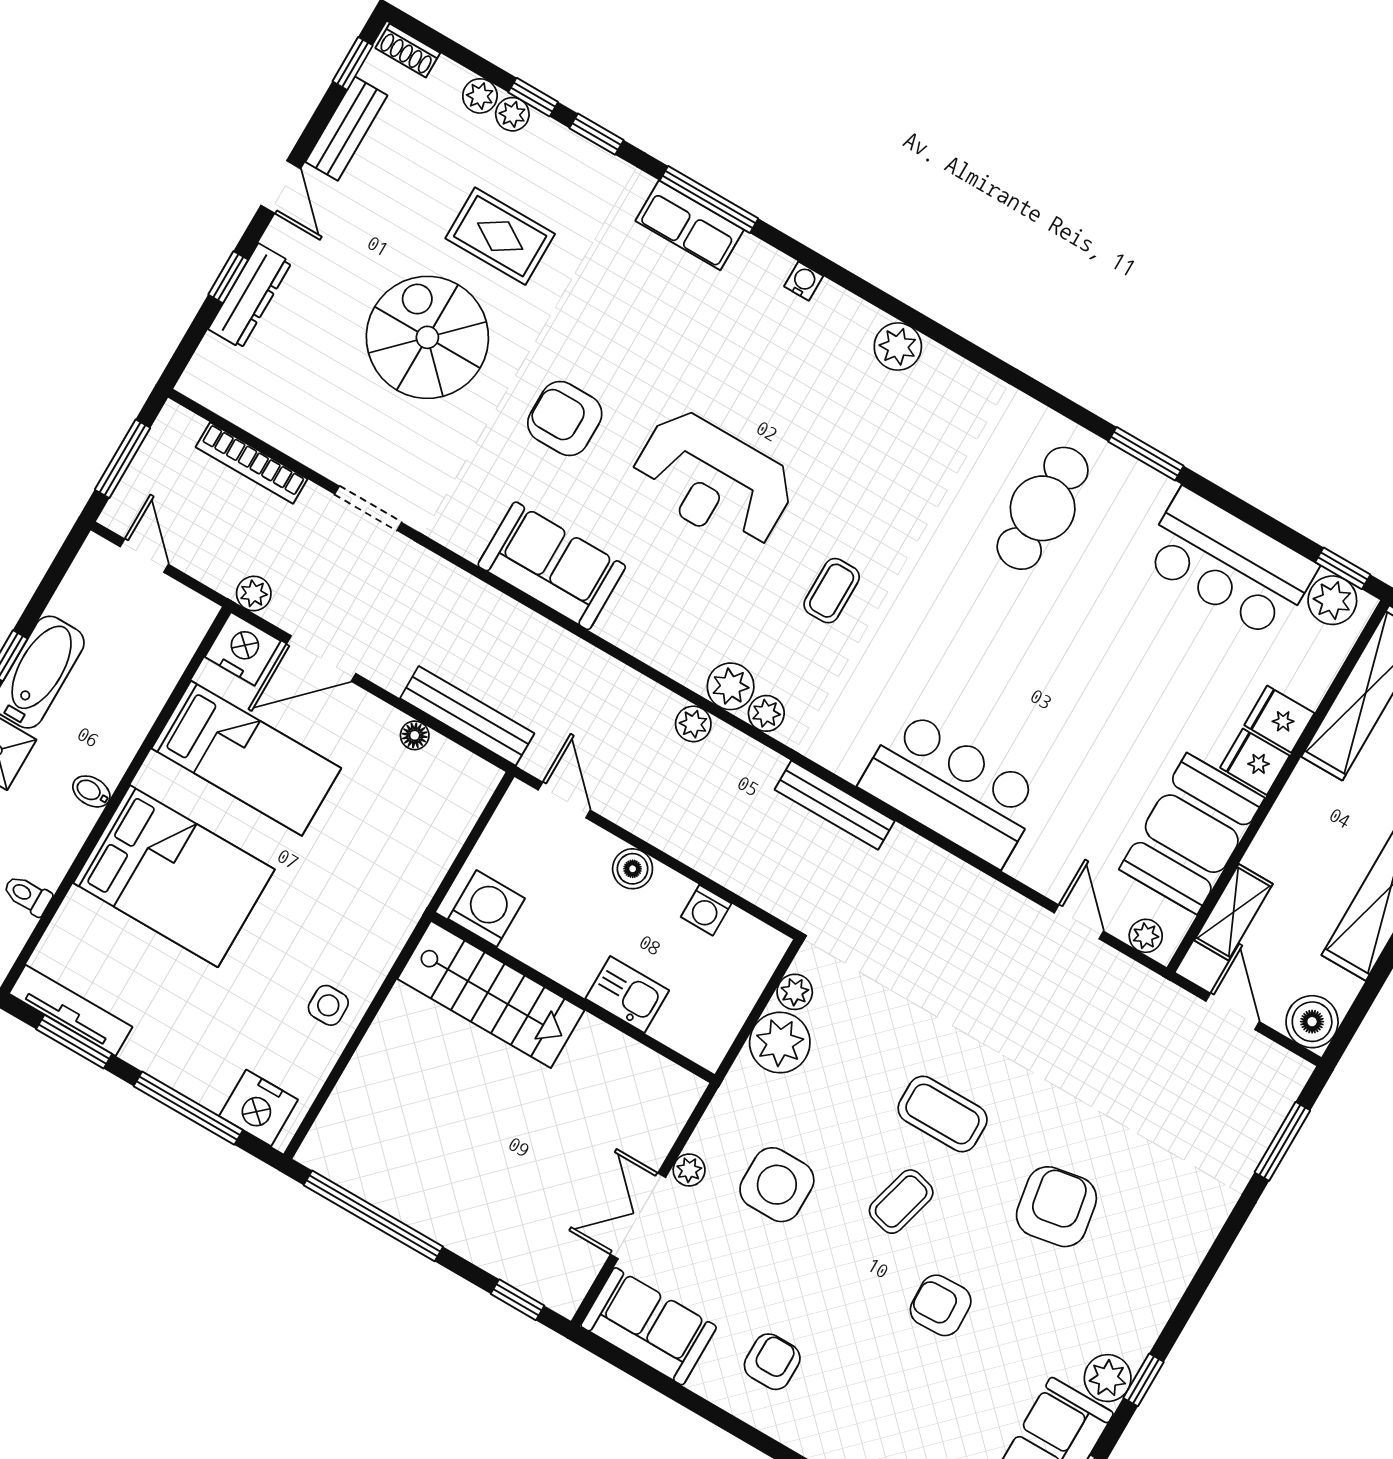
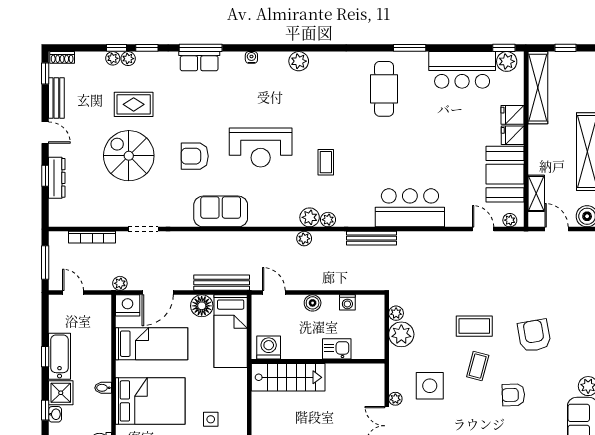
plant: (480, 96) -> (128, 59), moved
floor lamp: (415, 735) -> (202, 306), width x1.89, depth x1.89
bed: (427, 828) -> (231, 331), added
side table: (328, 1005) -> (211, 419), moved

